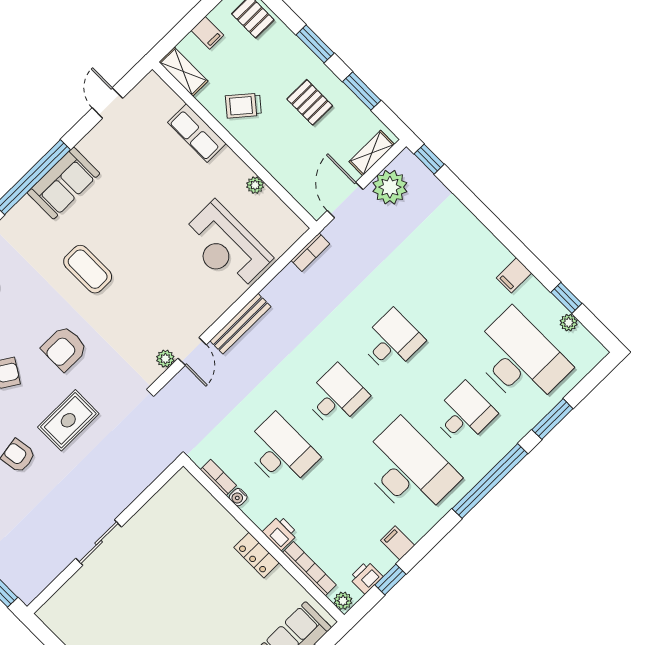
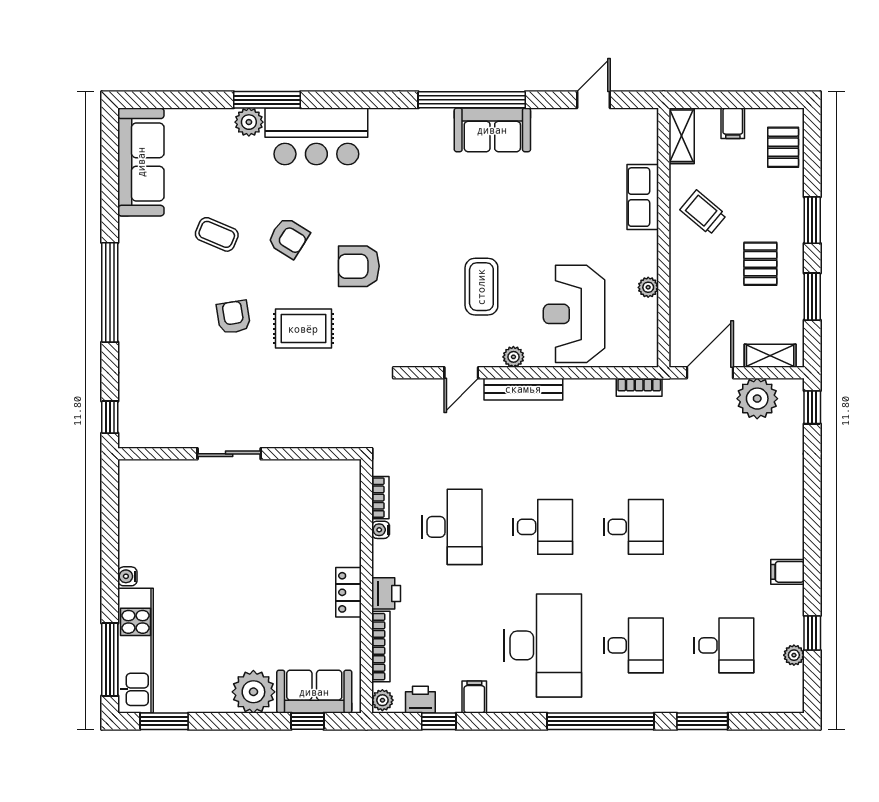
coffee table: (88, 269) -> (481, 287), moved
plant: (165, 359) -> (513, 357), moved
desk: (520, 359) -> (724, 645), width x0.53, depth x0.77

